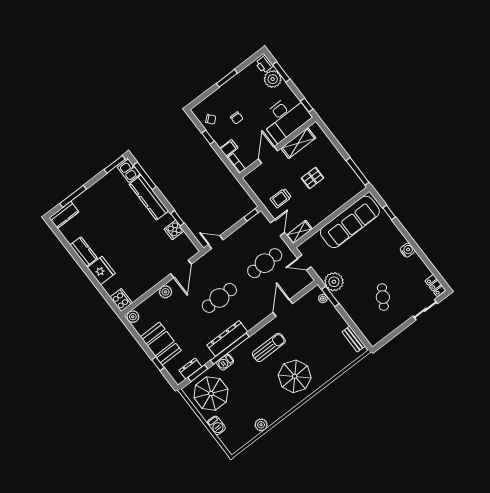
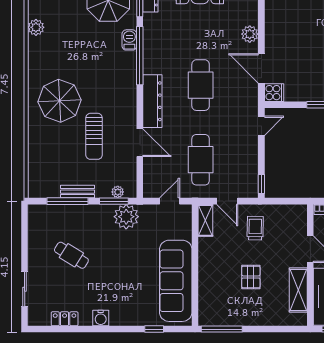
cooker: (174, 230) -> (274, 93), moved, turned 90
locker: (435, 286) -> (65, 319), moved
window: (352, 325) -> (67, 201), added
dresser: (227, 338) -> (152, 101), moved
bench: (354, 339) -> (77, 192), moved
sun lounger: (269, 347) -> (94, 136), moved

